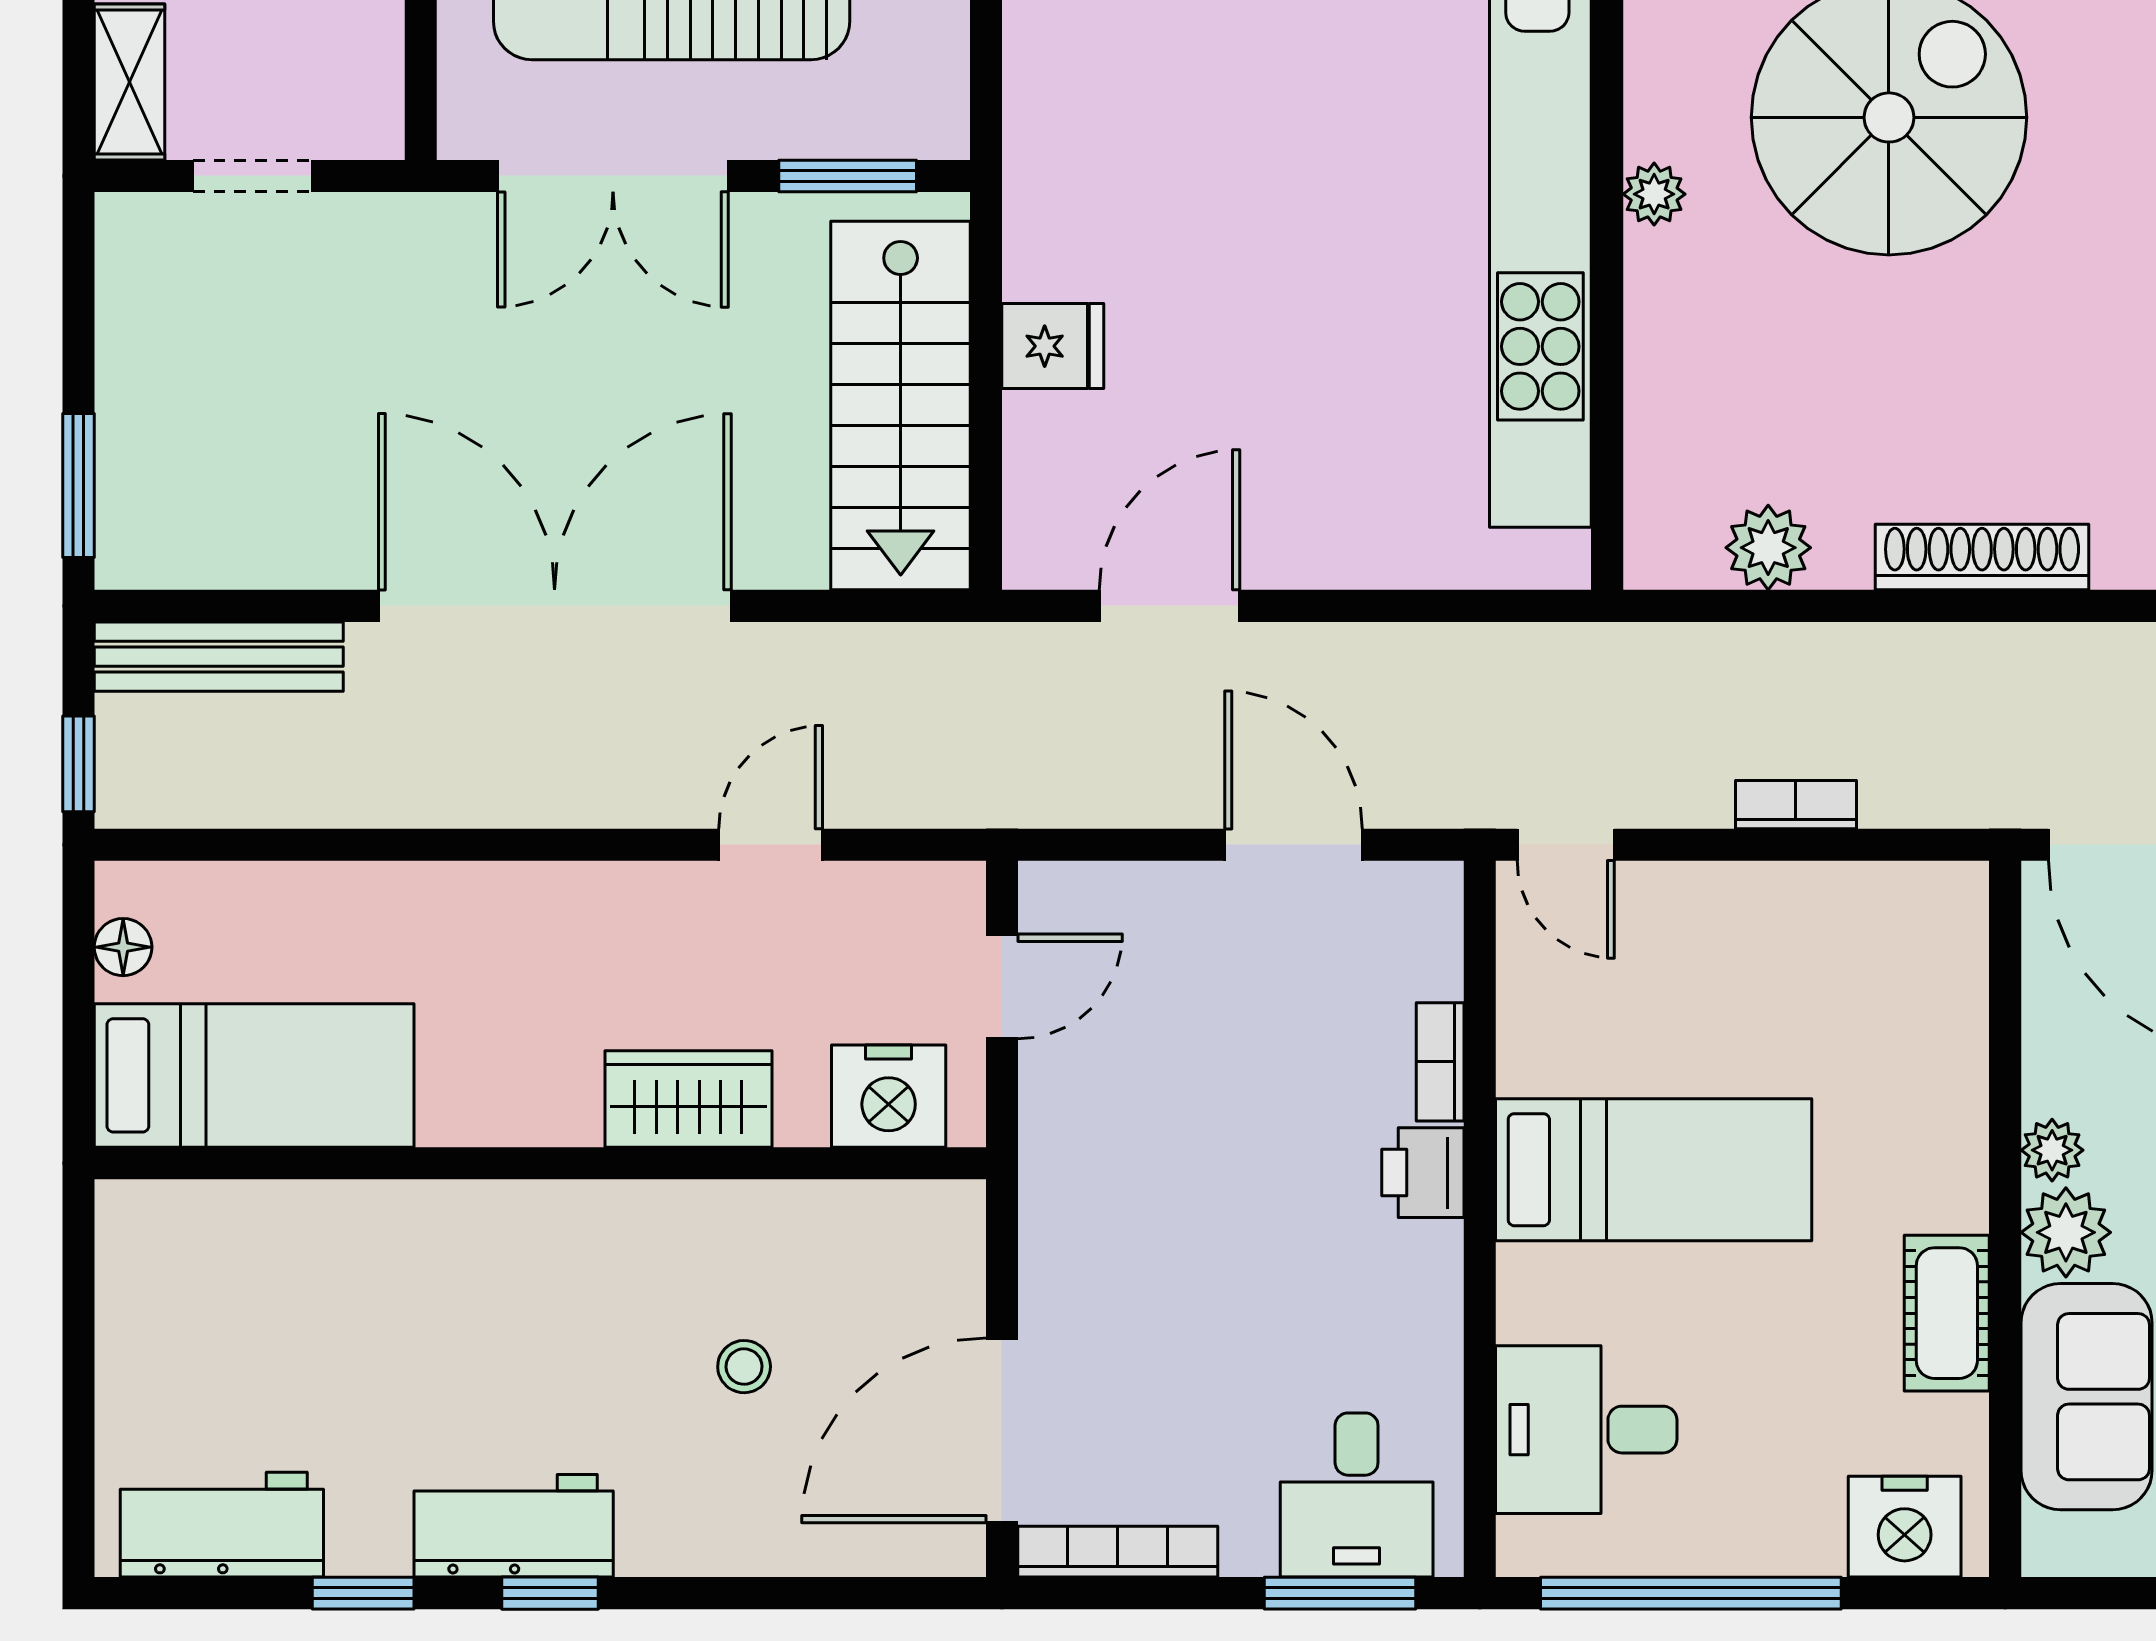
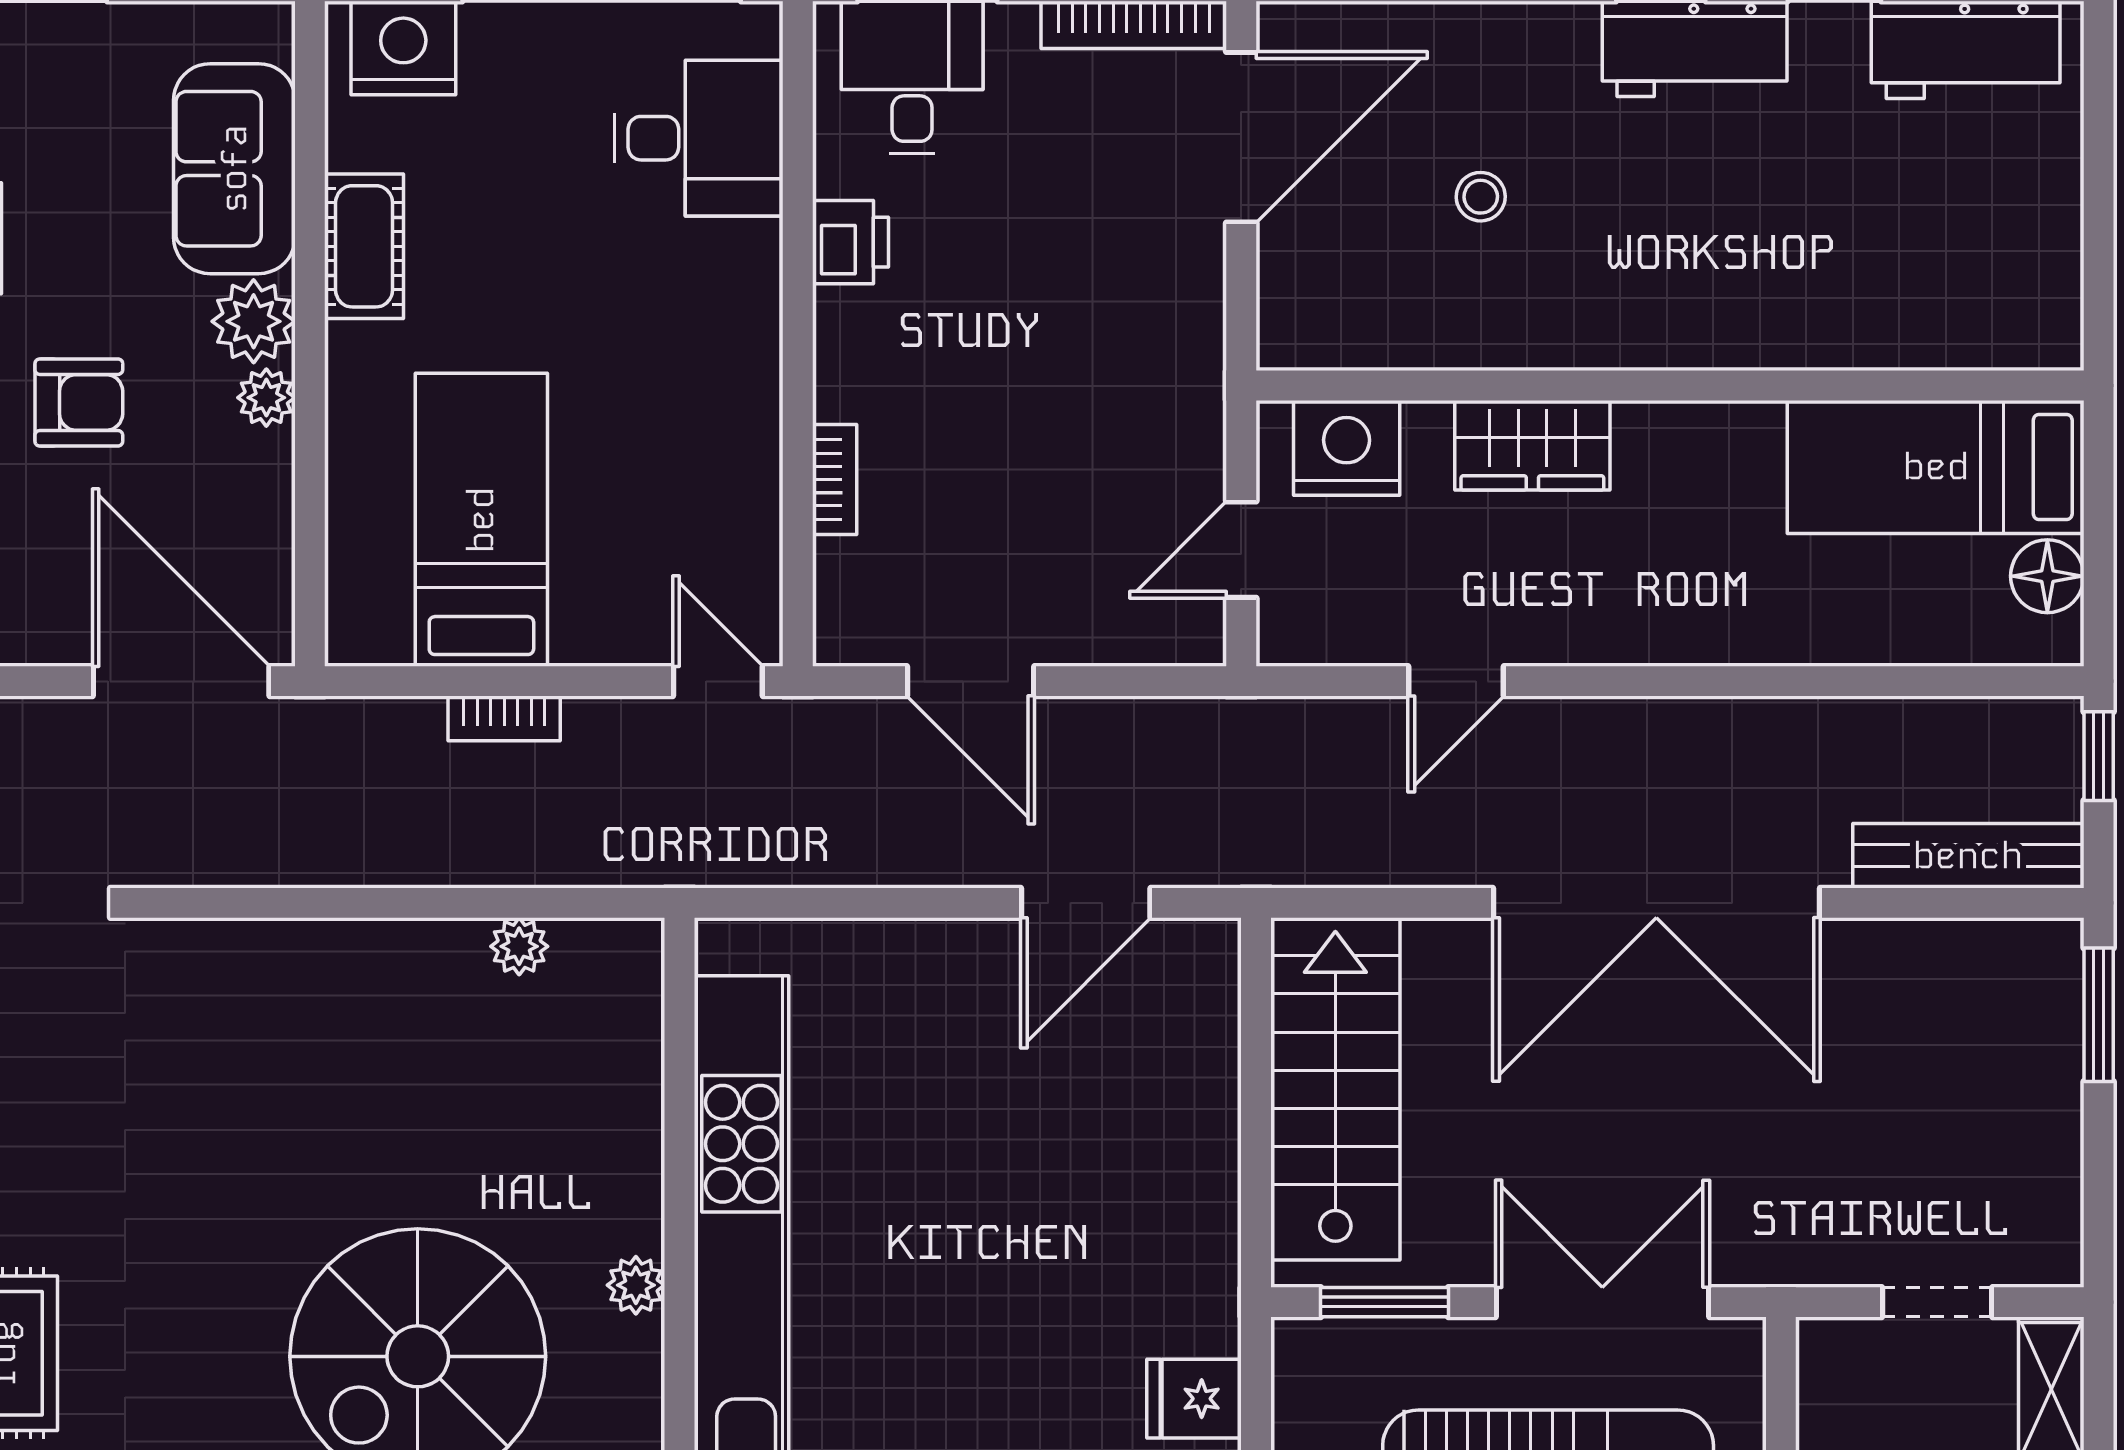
fridge: (1053, 346) -> (1194, 1399), moved
plant: (1768, 548) -> (519, 946), width x0.73, depth x0.73
shoe rack: (1982, 557) -> (331, 948), removed
floor lamp: (123, 947) -> (2047, 576), width x1.37, depth x1.37
bed: (1654, 1170) -> (481, 520), moved, turned 90
printer: (1423, 1173) -> (850, 242), moved

